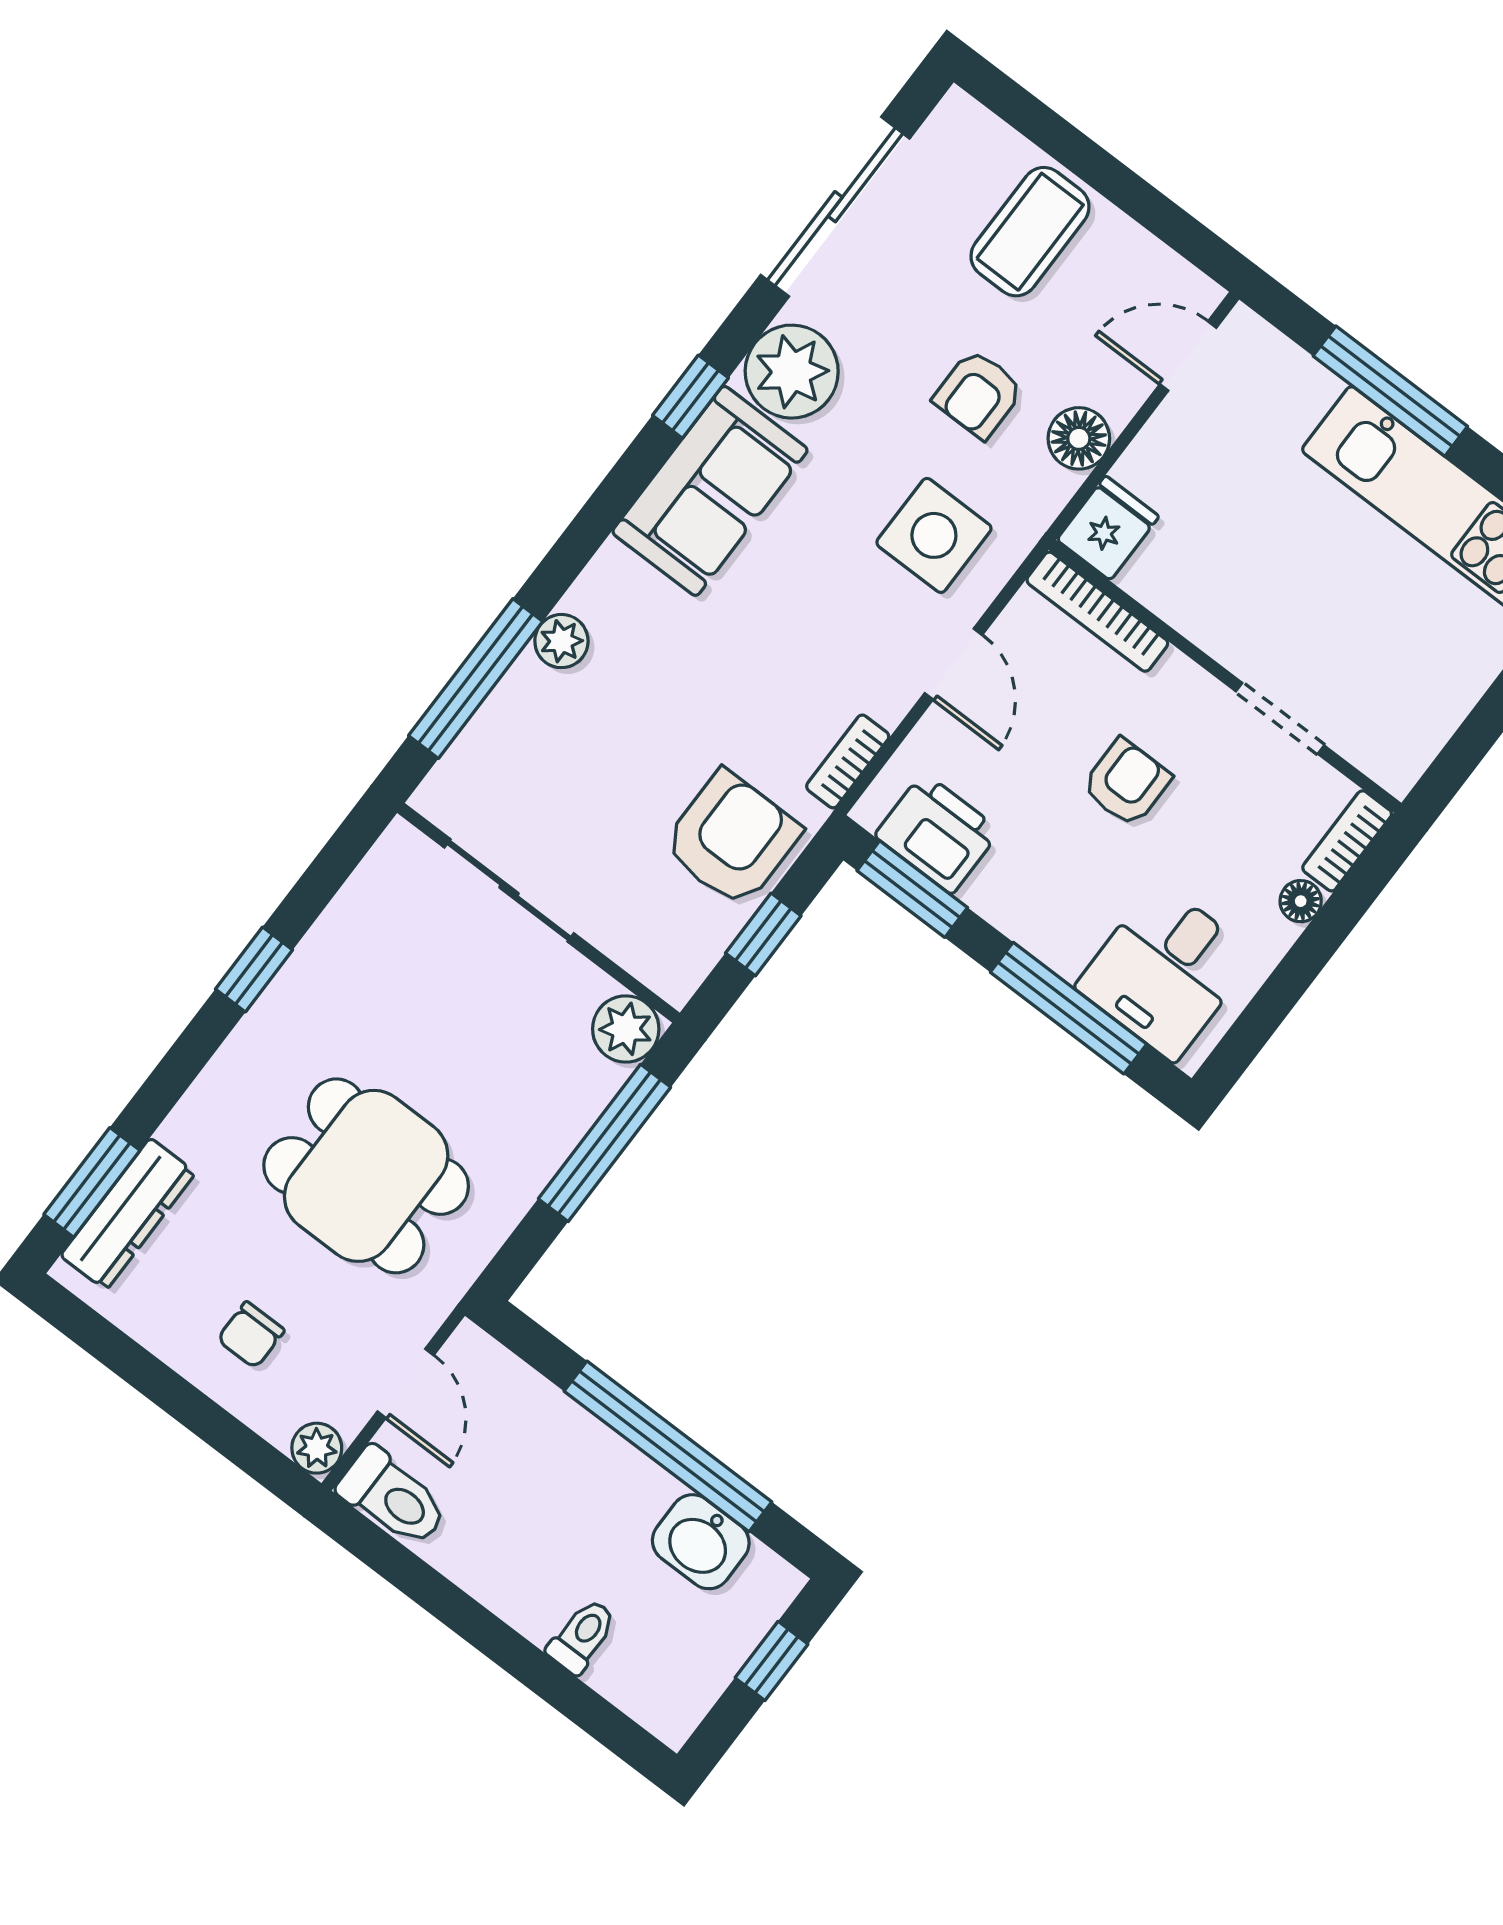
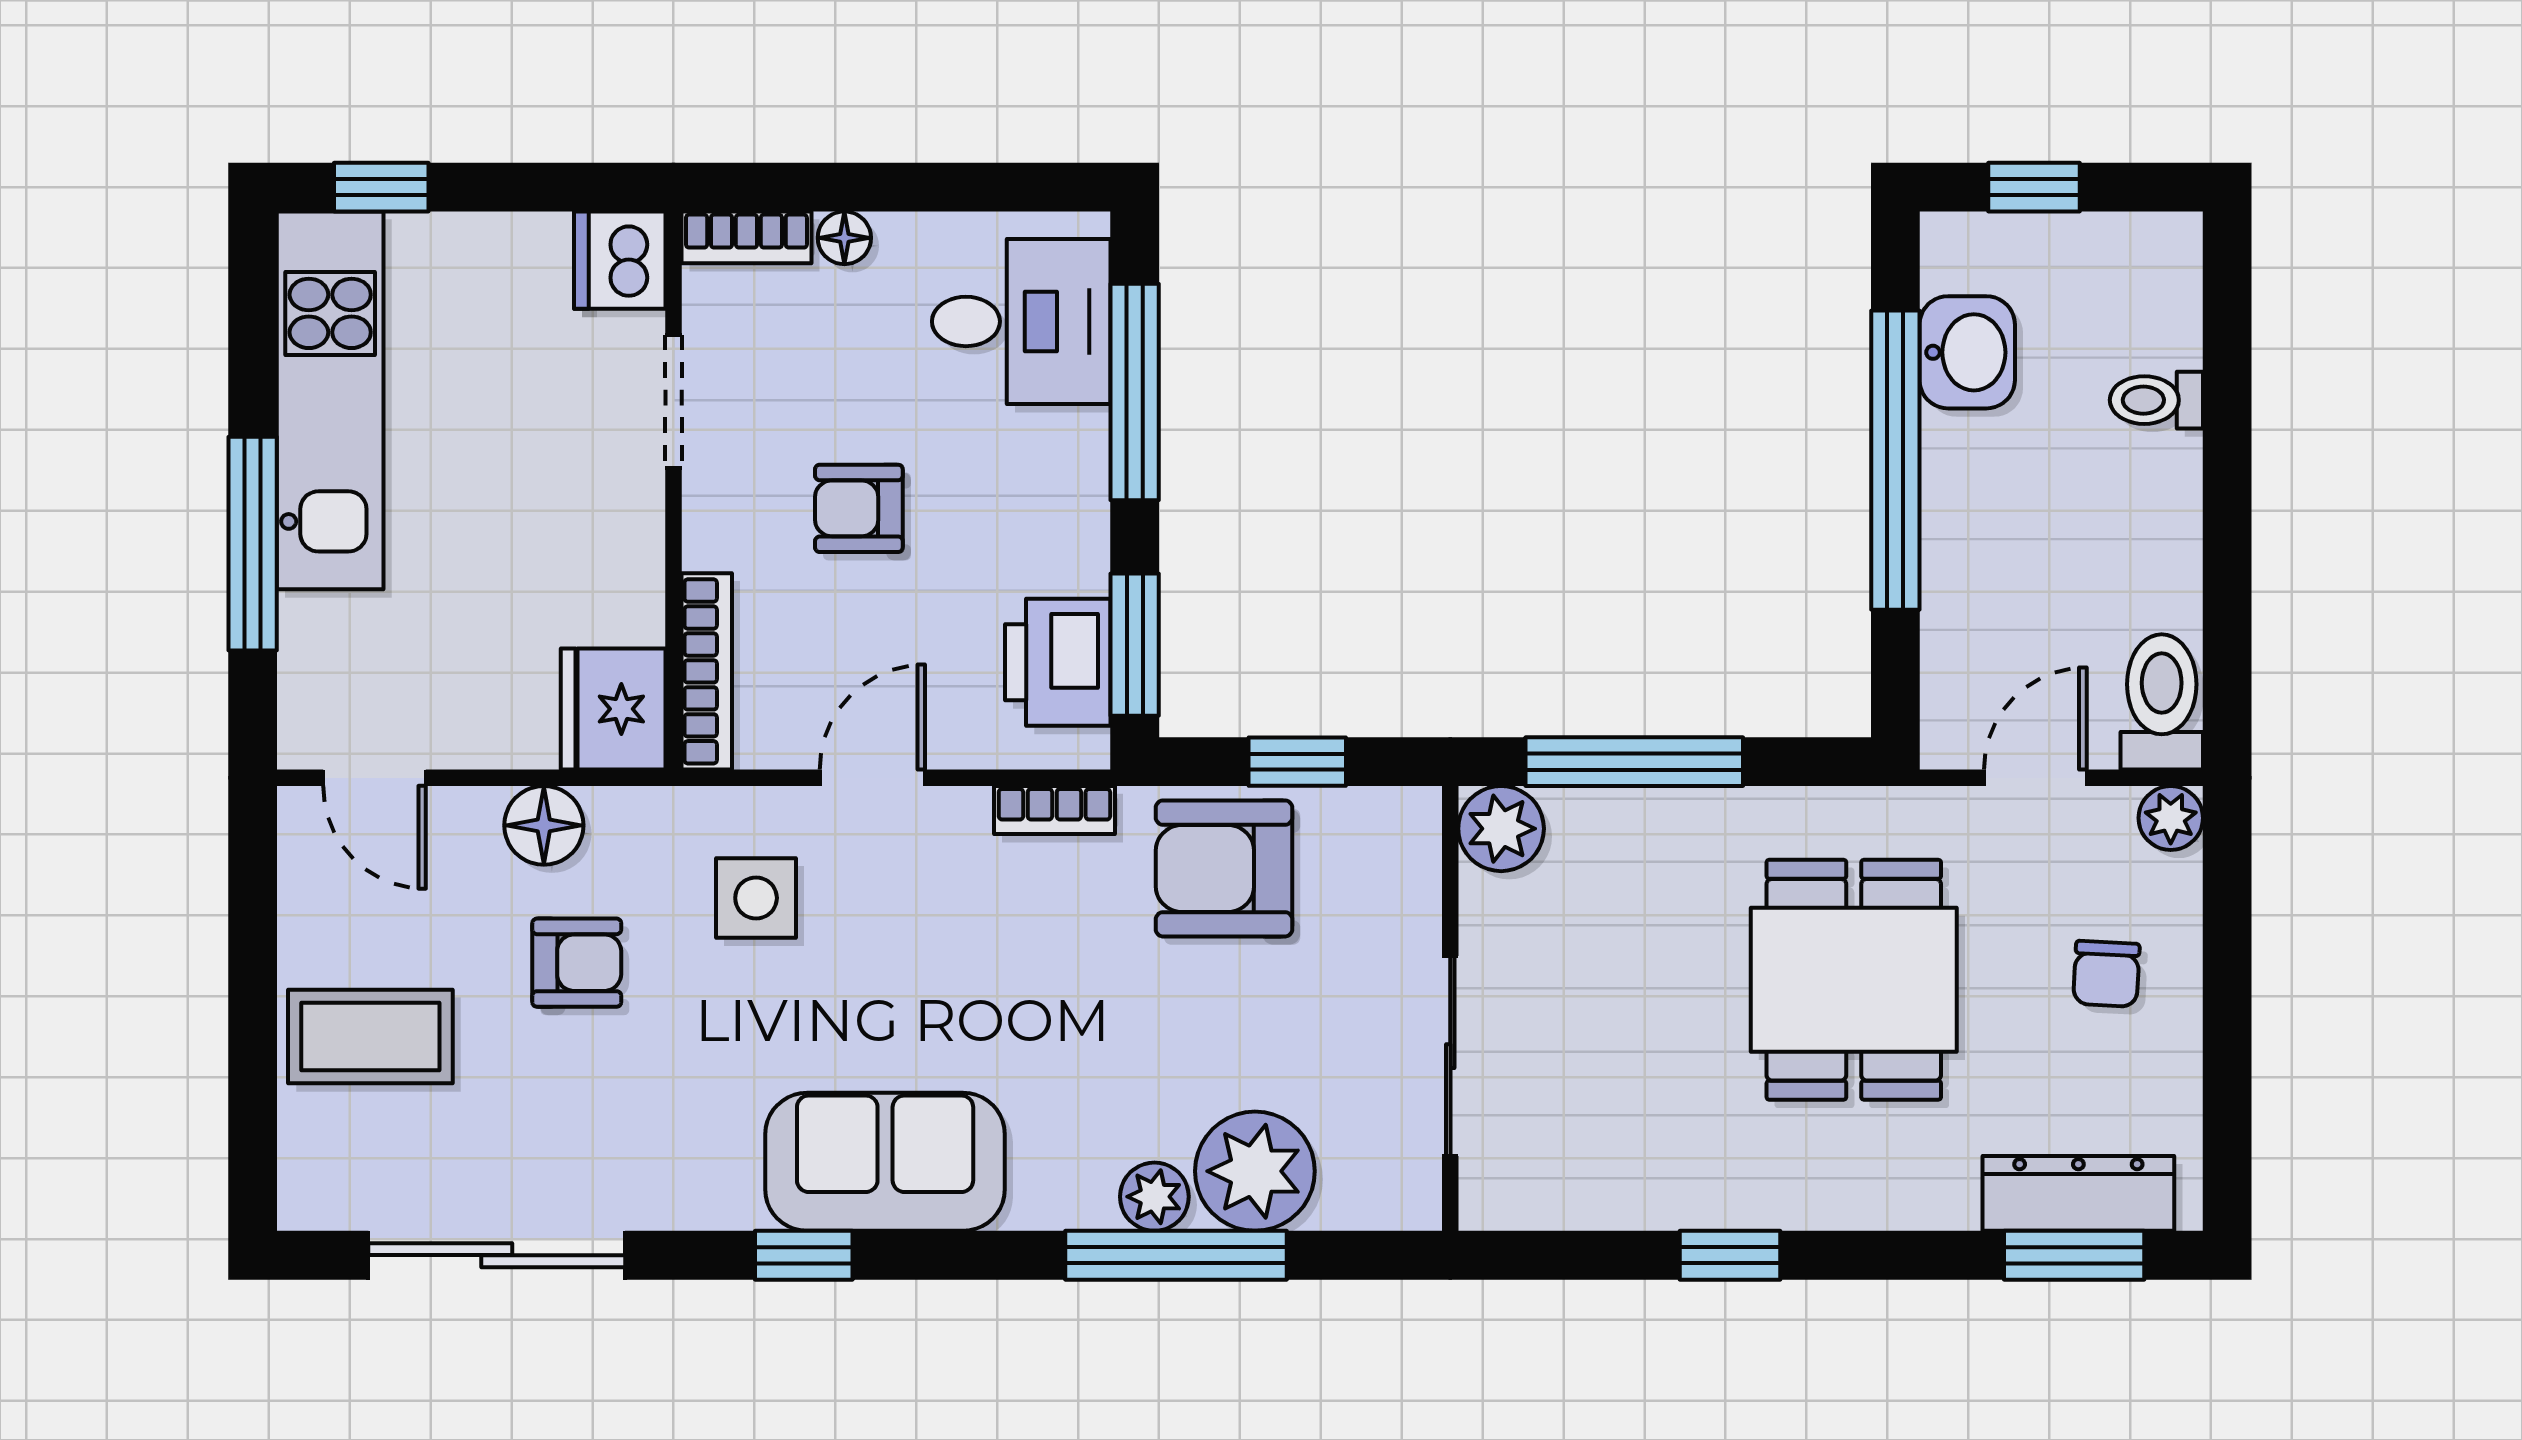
plant: (792, 372) -> (1255, 1171), moved
fridge: (1108, 528) -> (613, 709), width x1.38
side table: (934, 535) -> (756, 898), width x0.73, depth x0.73
window: (476, 679) -> (1176, 1255), moved
dishwasher: (1393, 752) -> (620, 260), added
chair: (251, 1335) -> (2106, 974), turned 93

